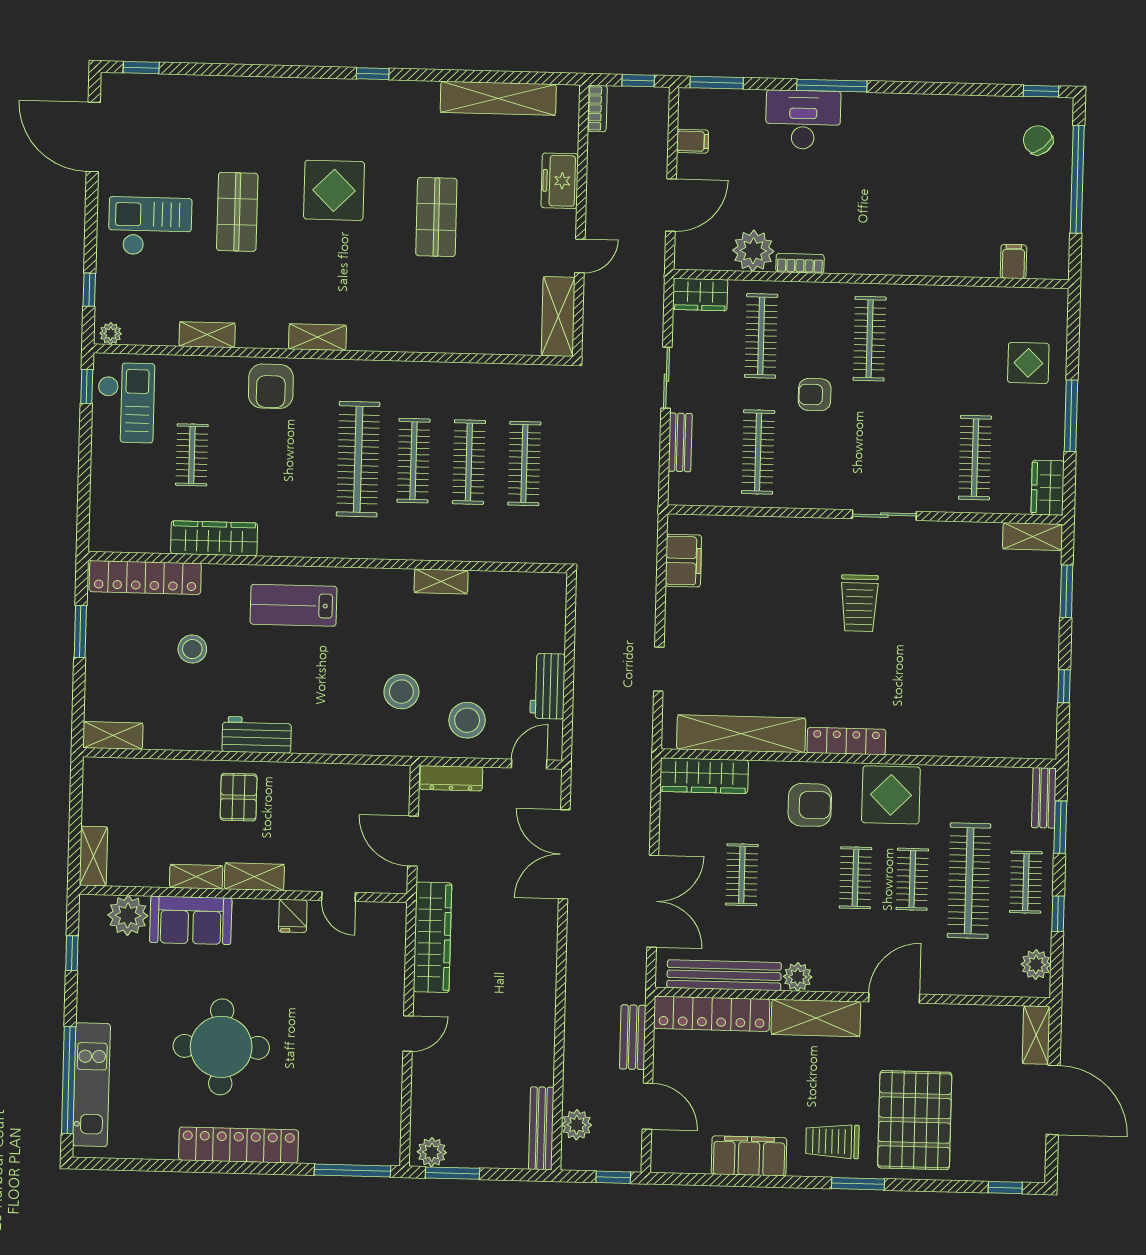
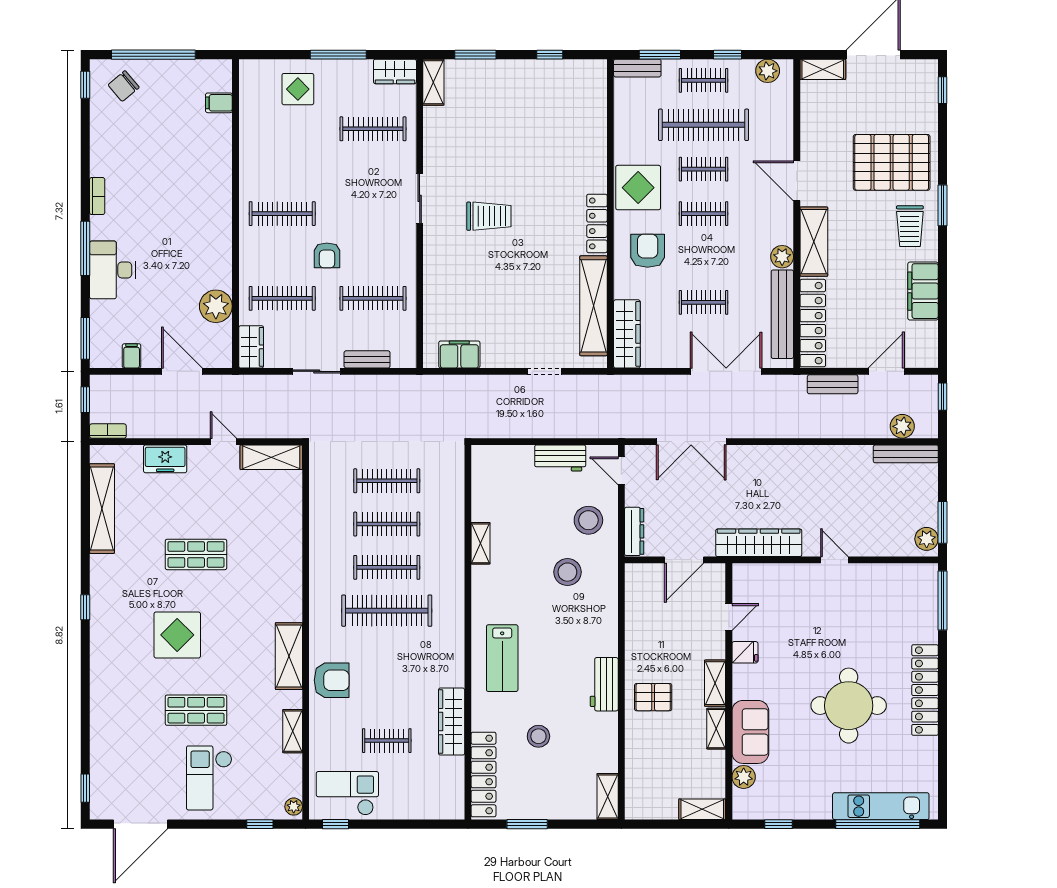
bookcase: (800, 263) -> (97, 196), moved, turned 180
shelving: (317, 337) -> (289, 656), width x1.50, depth x1.33
plant: (128, 915) -> (744, 777), width x0.73, depth x0.73

